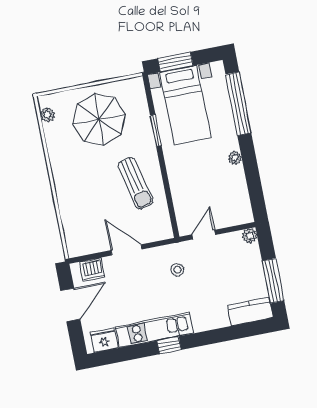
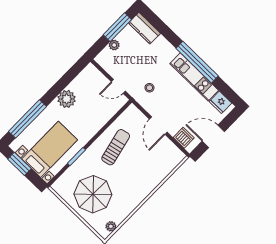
window: (175, 62) -> (19, 164), moved
plant: (235, 158) -> (67, 99), width x1.88, depth x1.88
plant: (250, 236) -> (114, 45), moved
window: (169, 345) -> (197, 62), width x3.17

